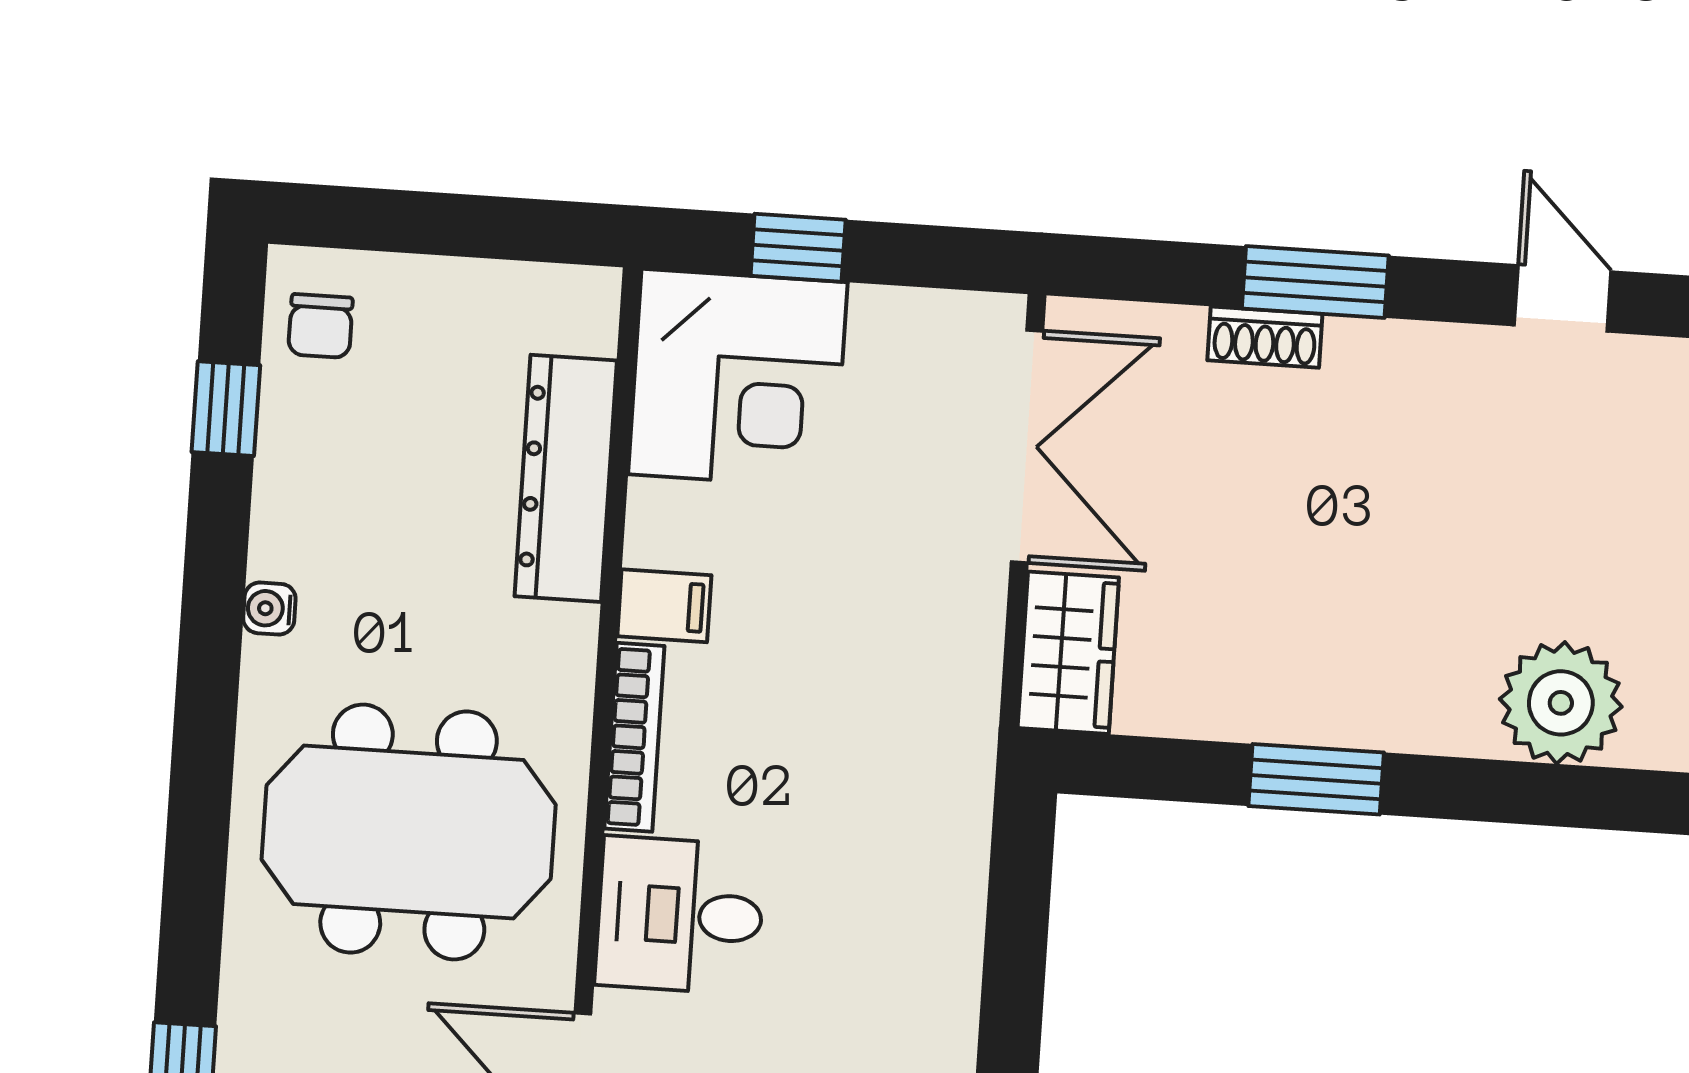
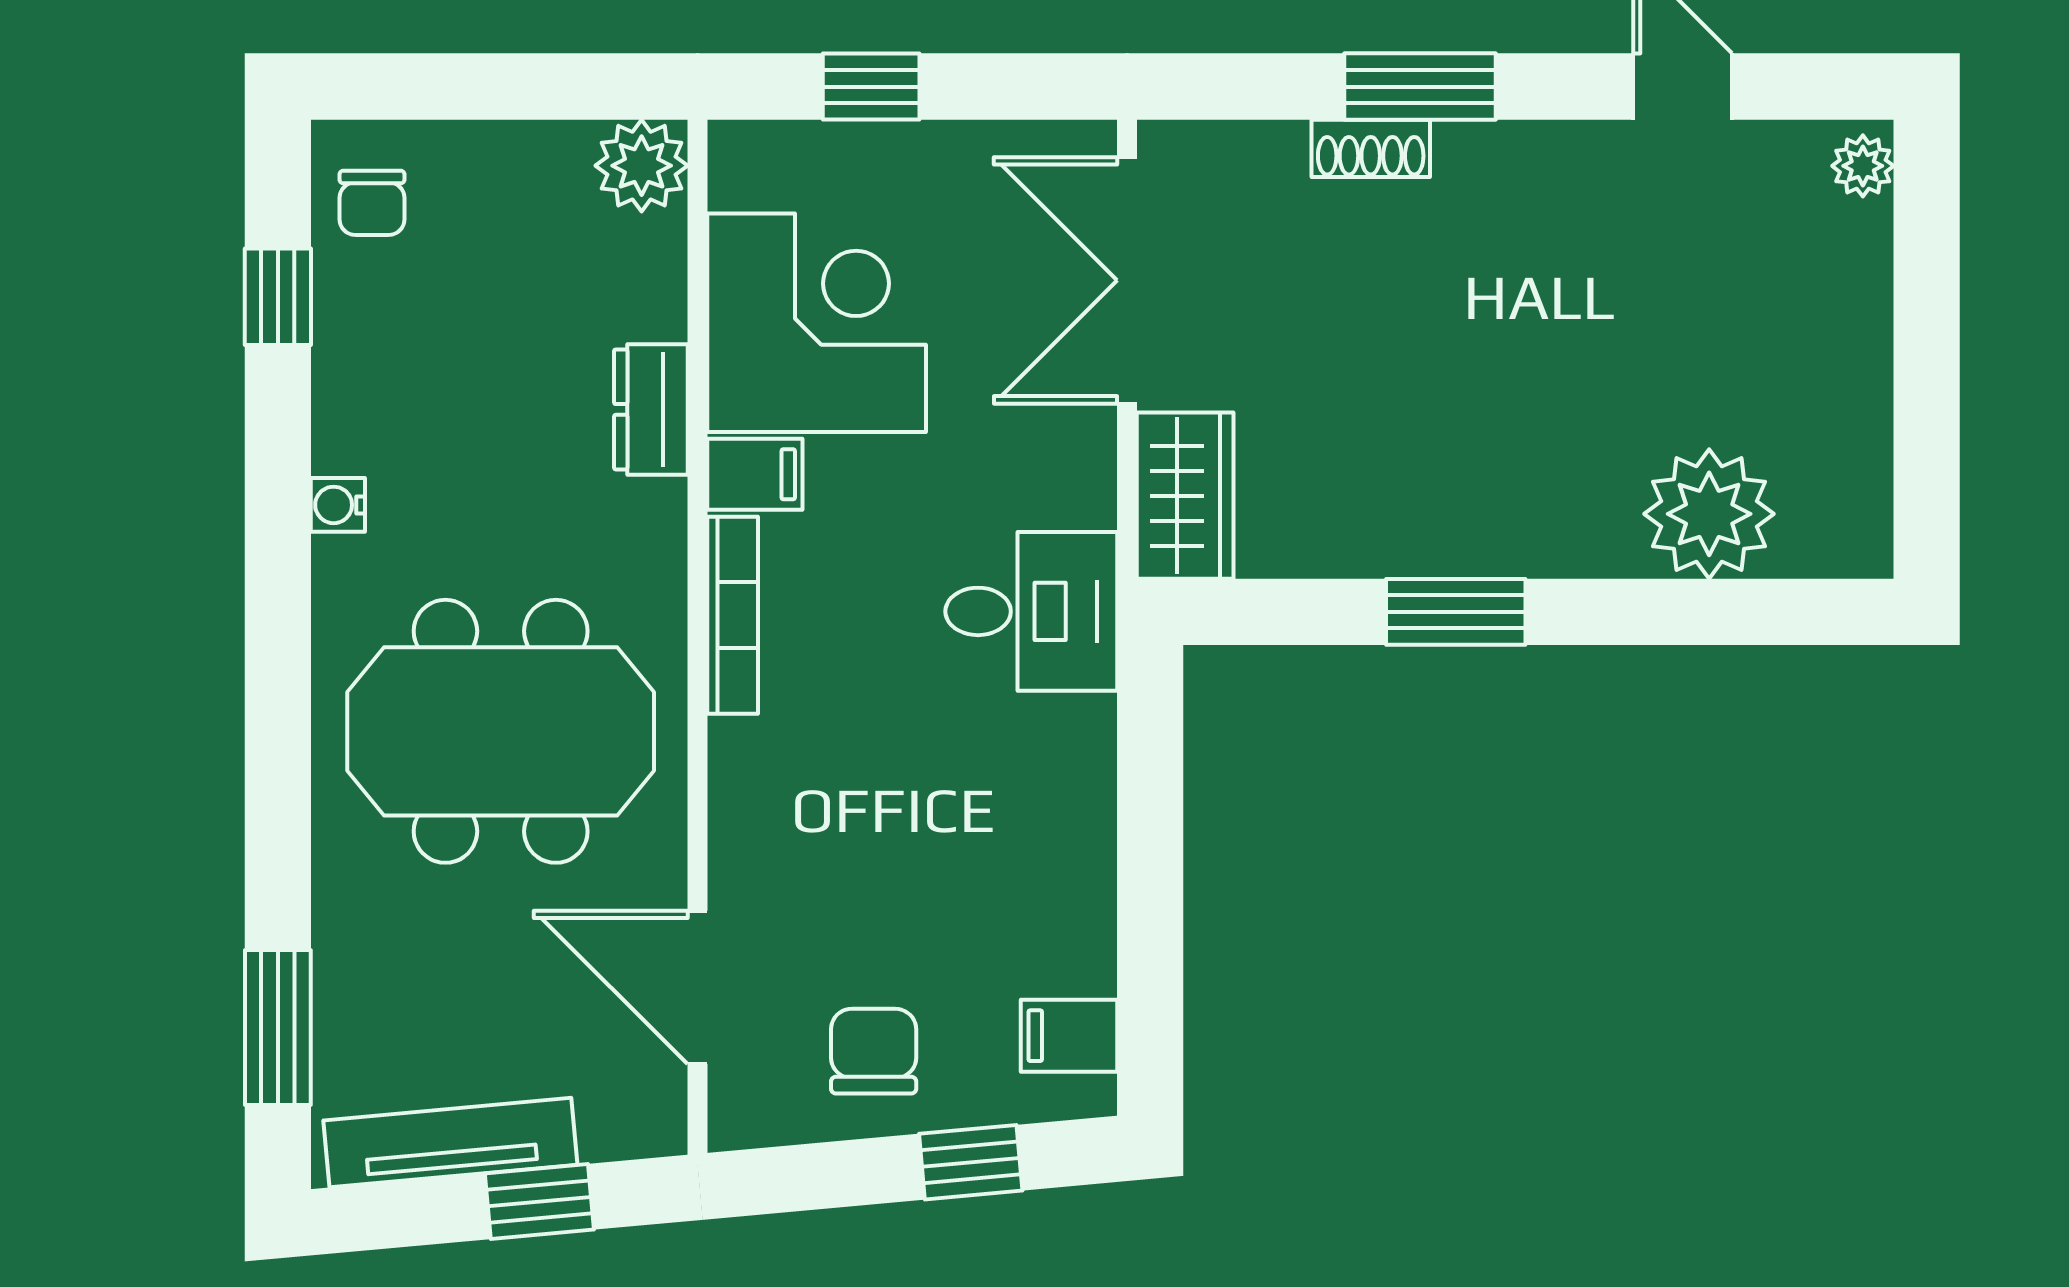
plant: (577, 308) -> (642, 166), added
corner desk: (738, 378) -> (817, 323), moved, turned -90
double door: (1027, 446) -> (1127, 280), swing flipped
dresser: (566, 478) -> (651, 409), width x0.51, depth x0.80
desk: (680, 915) -> (1031, 611), moved, turned 180

